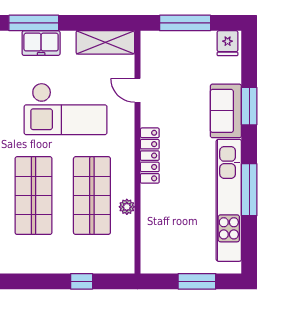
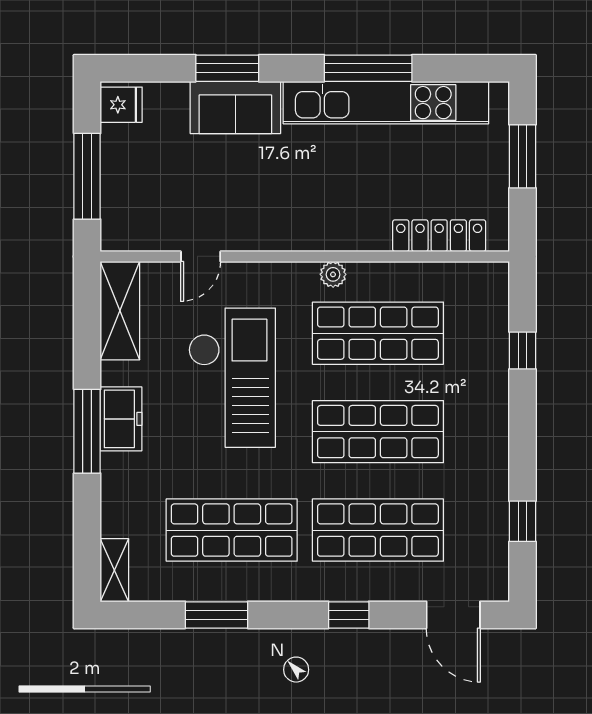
locker: (150, 156) -> (439, 236), moved
plant: (127, 207) -> (333, 274), moved

